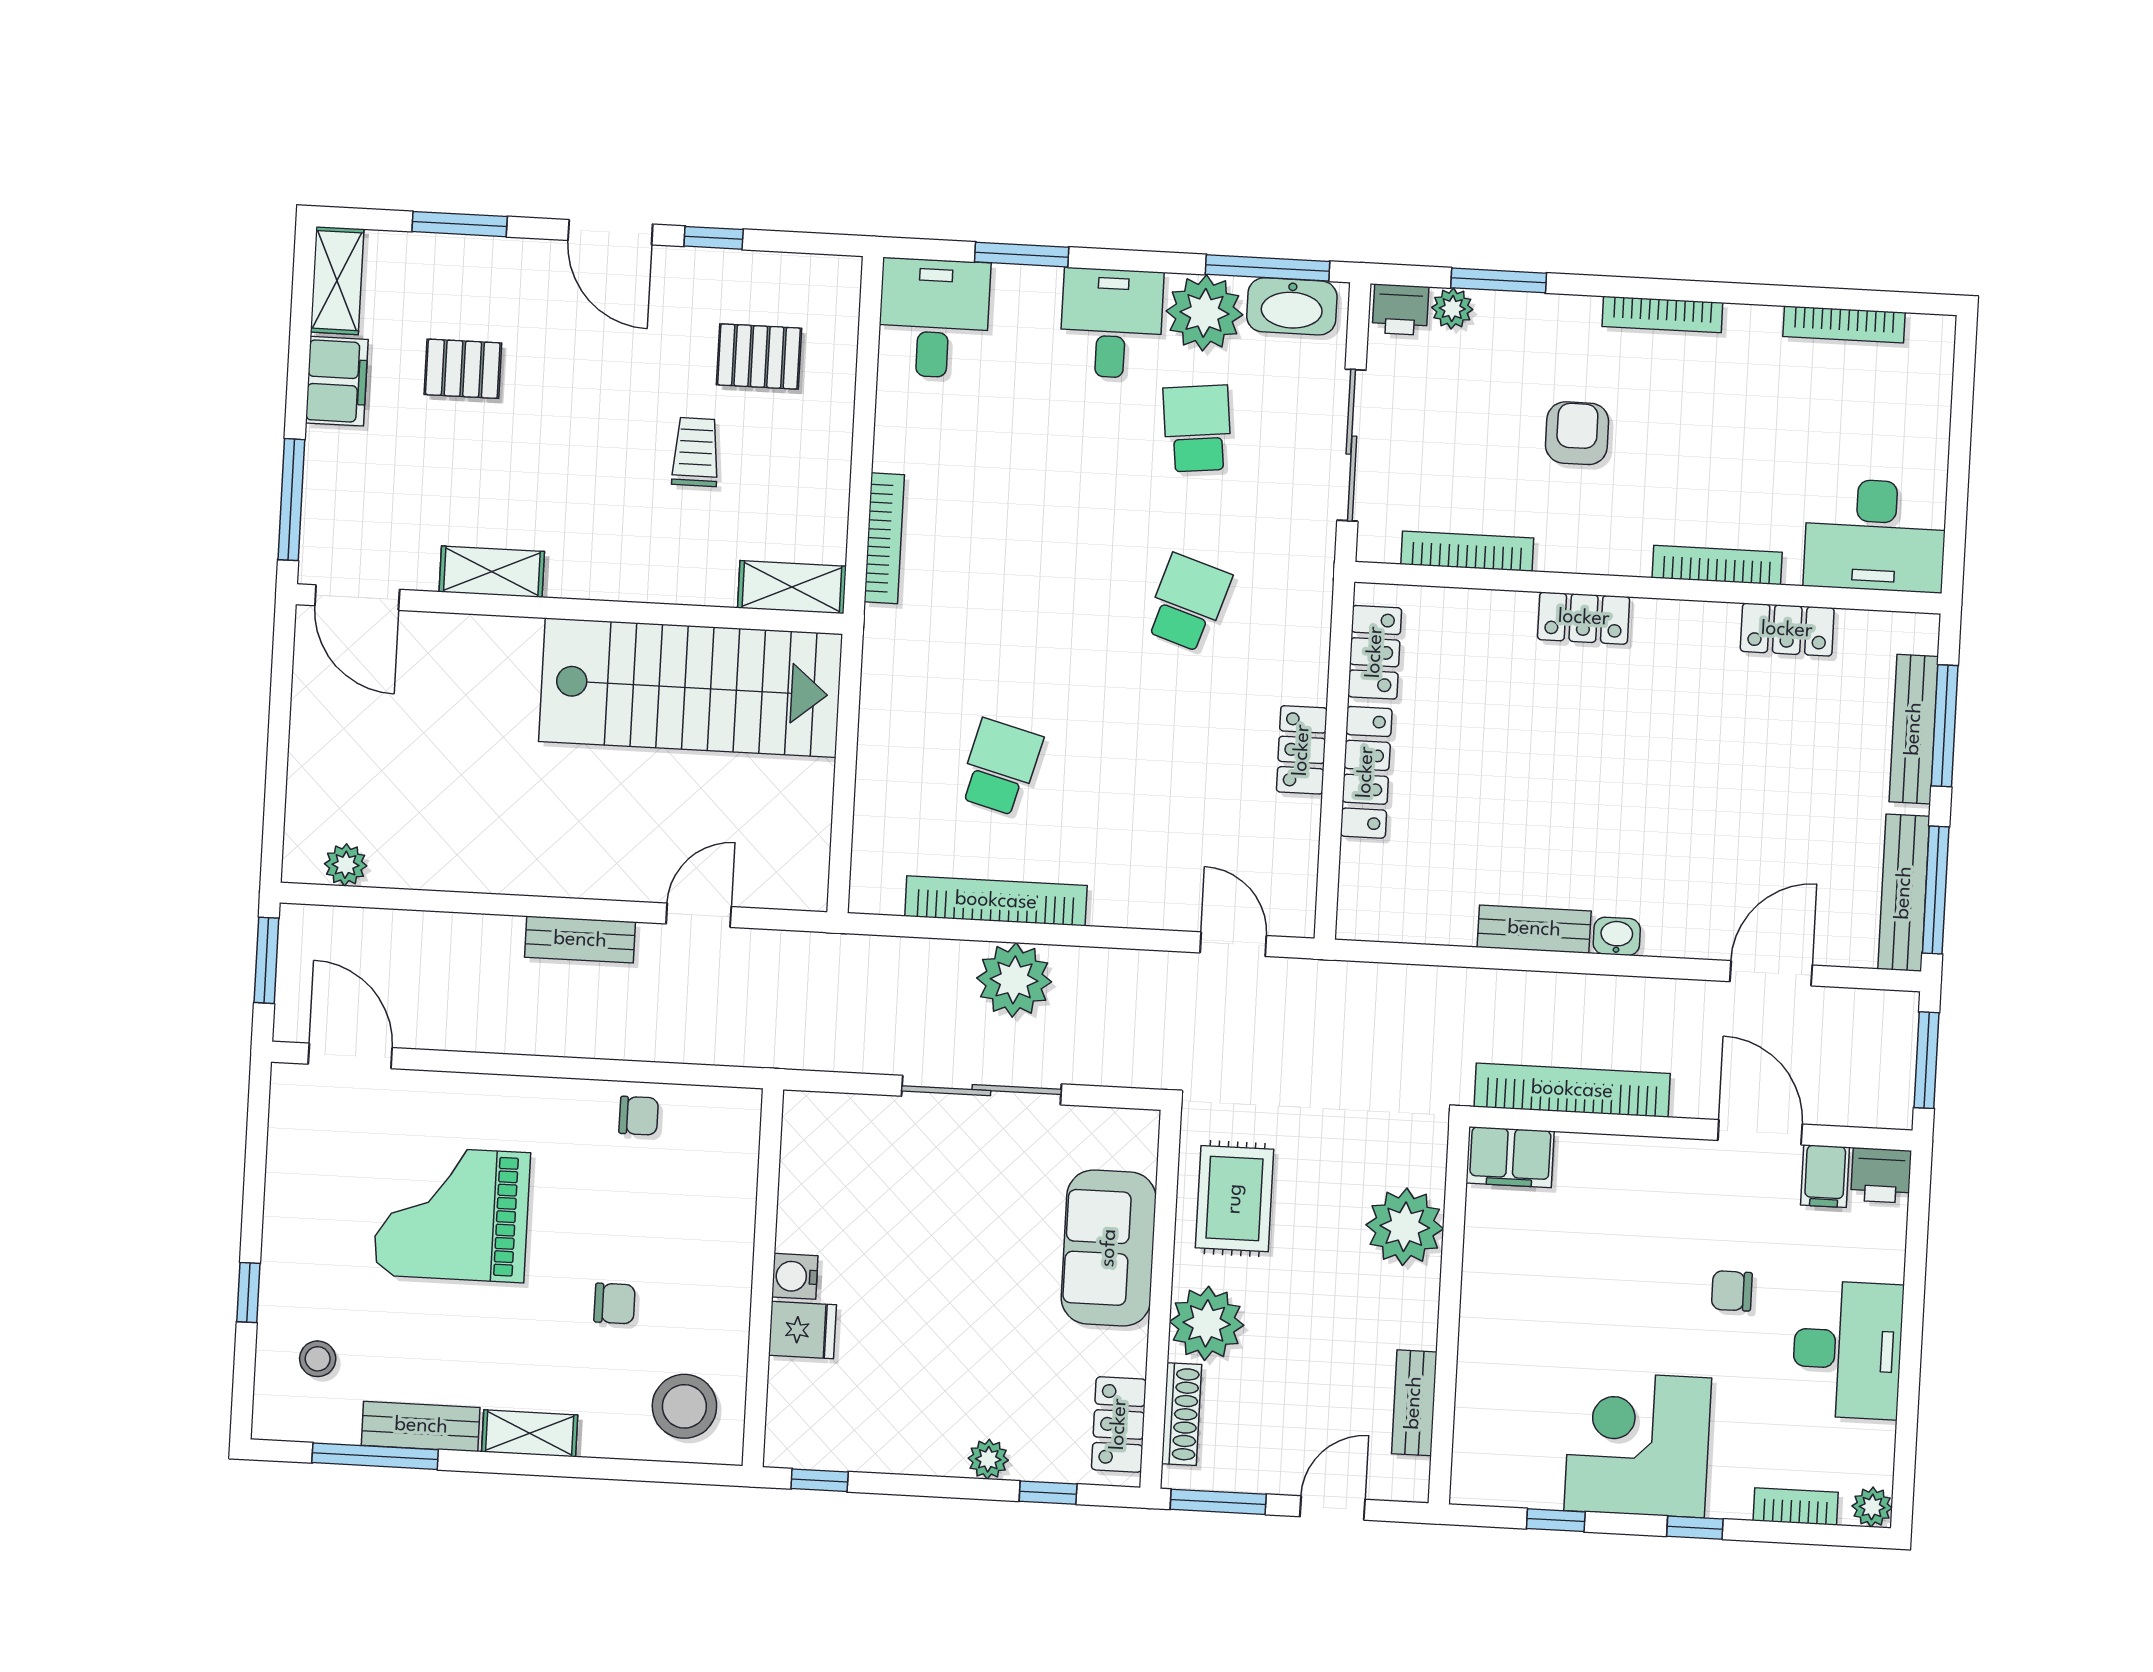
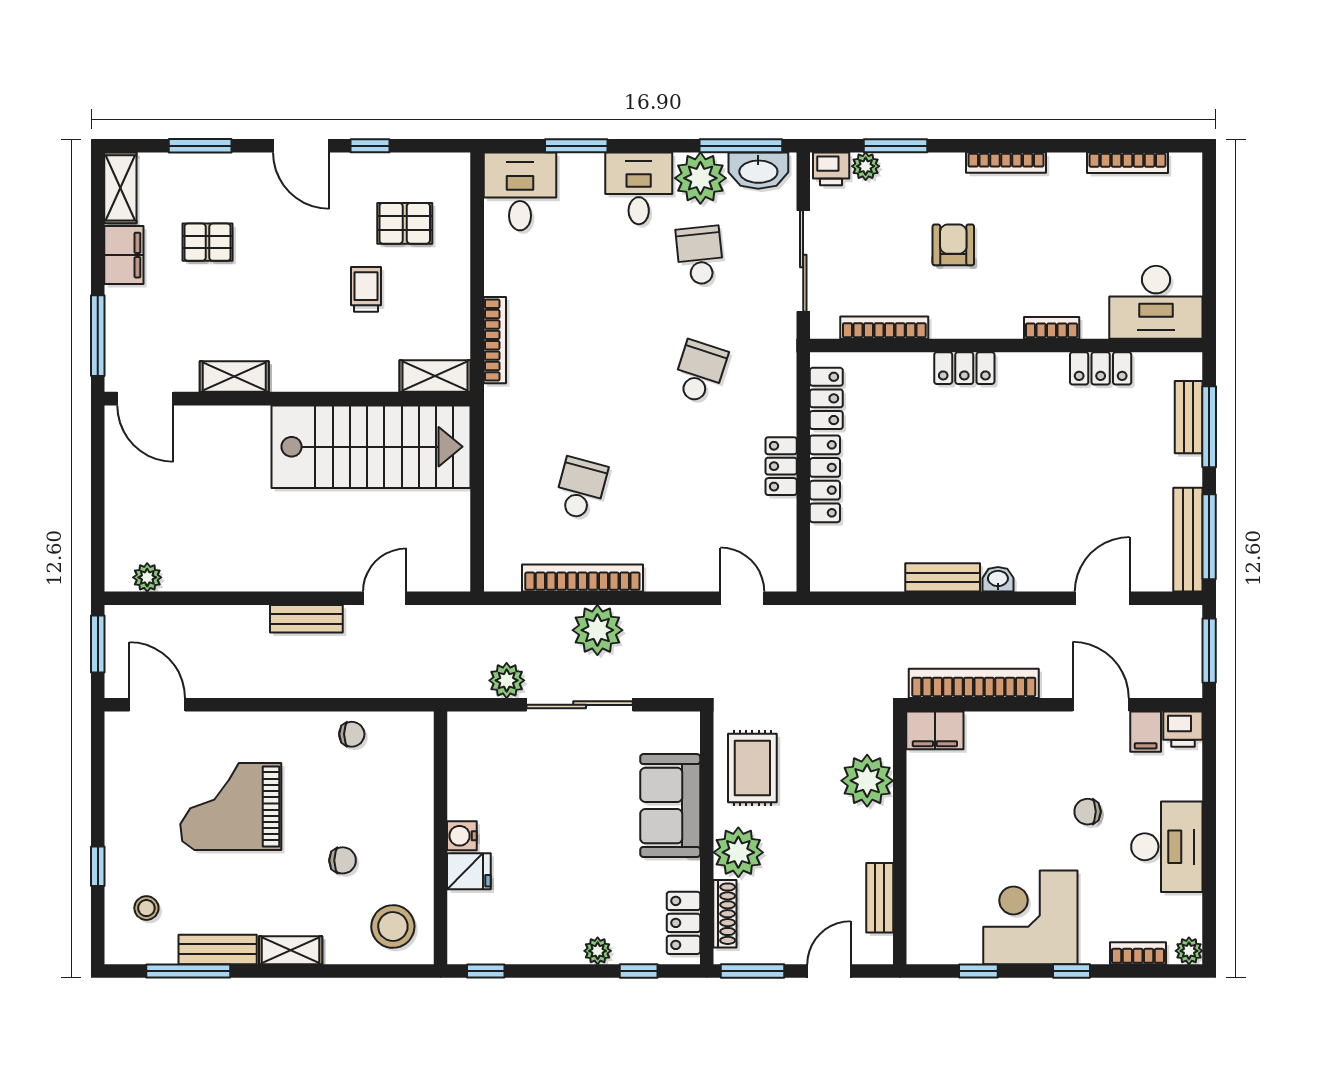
bookcase: (1717, 565) -> (1052, 328), width x0.64
bench: (1914, 729) -> (1189, 417), width x0.73
plant: (874, 1048) -> (507, 680), added

